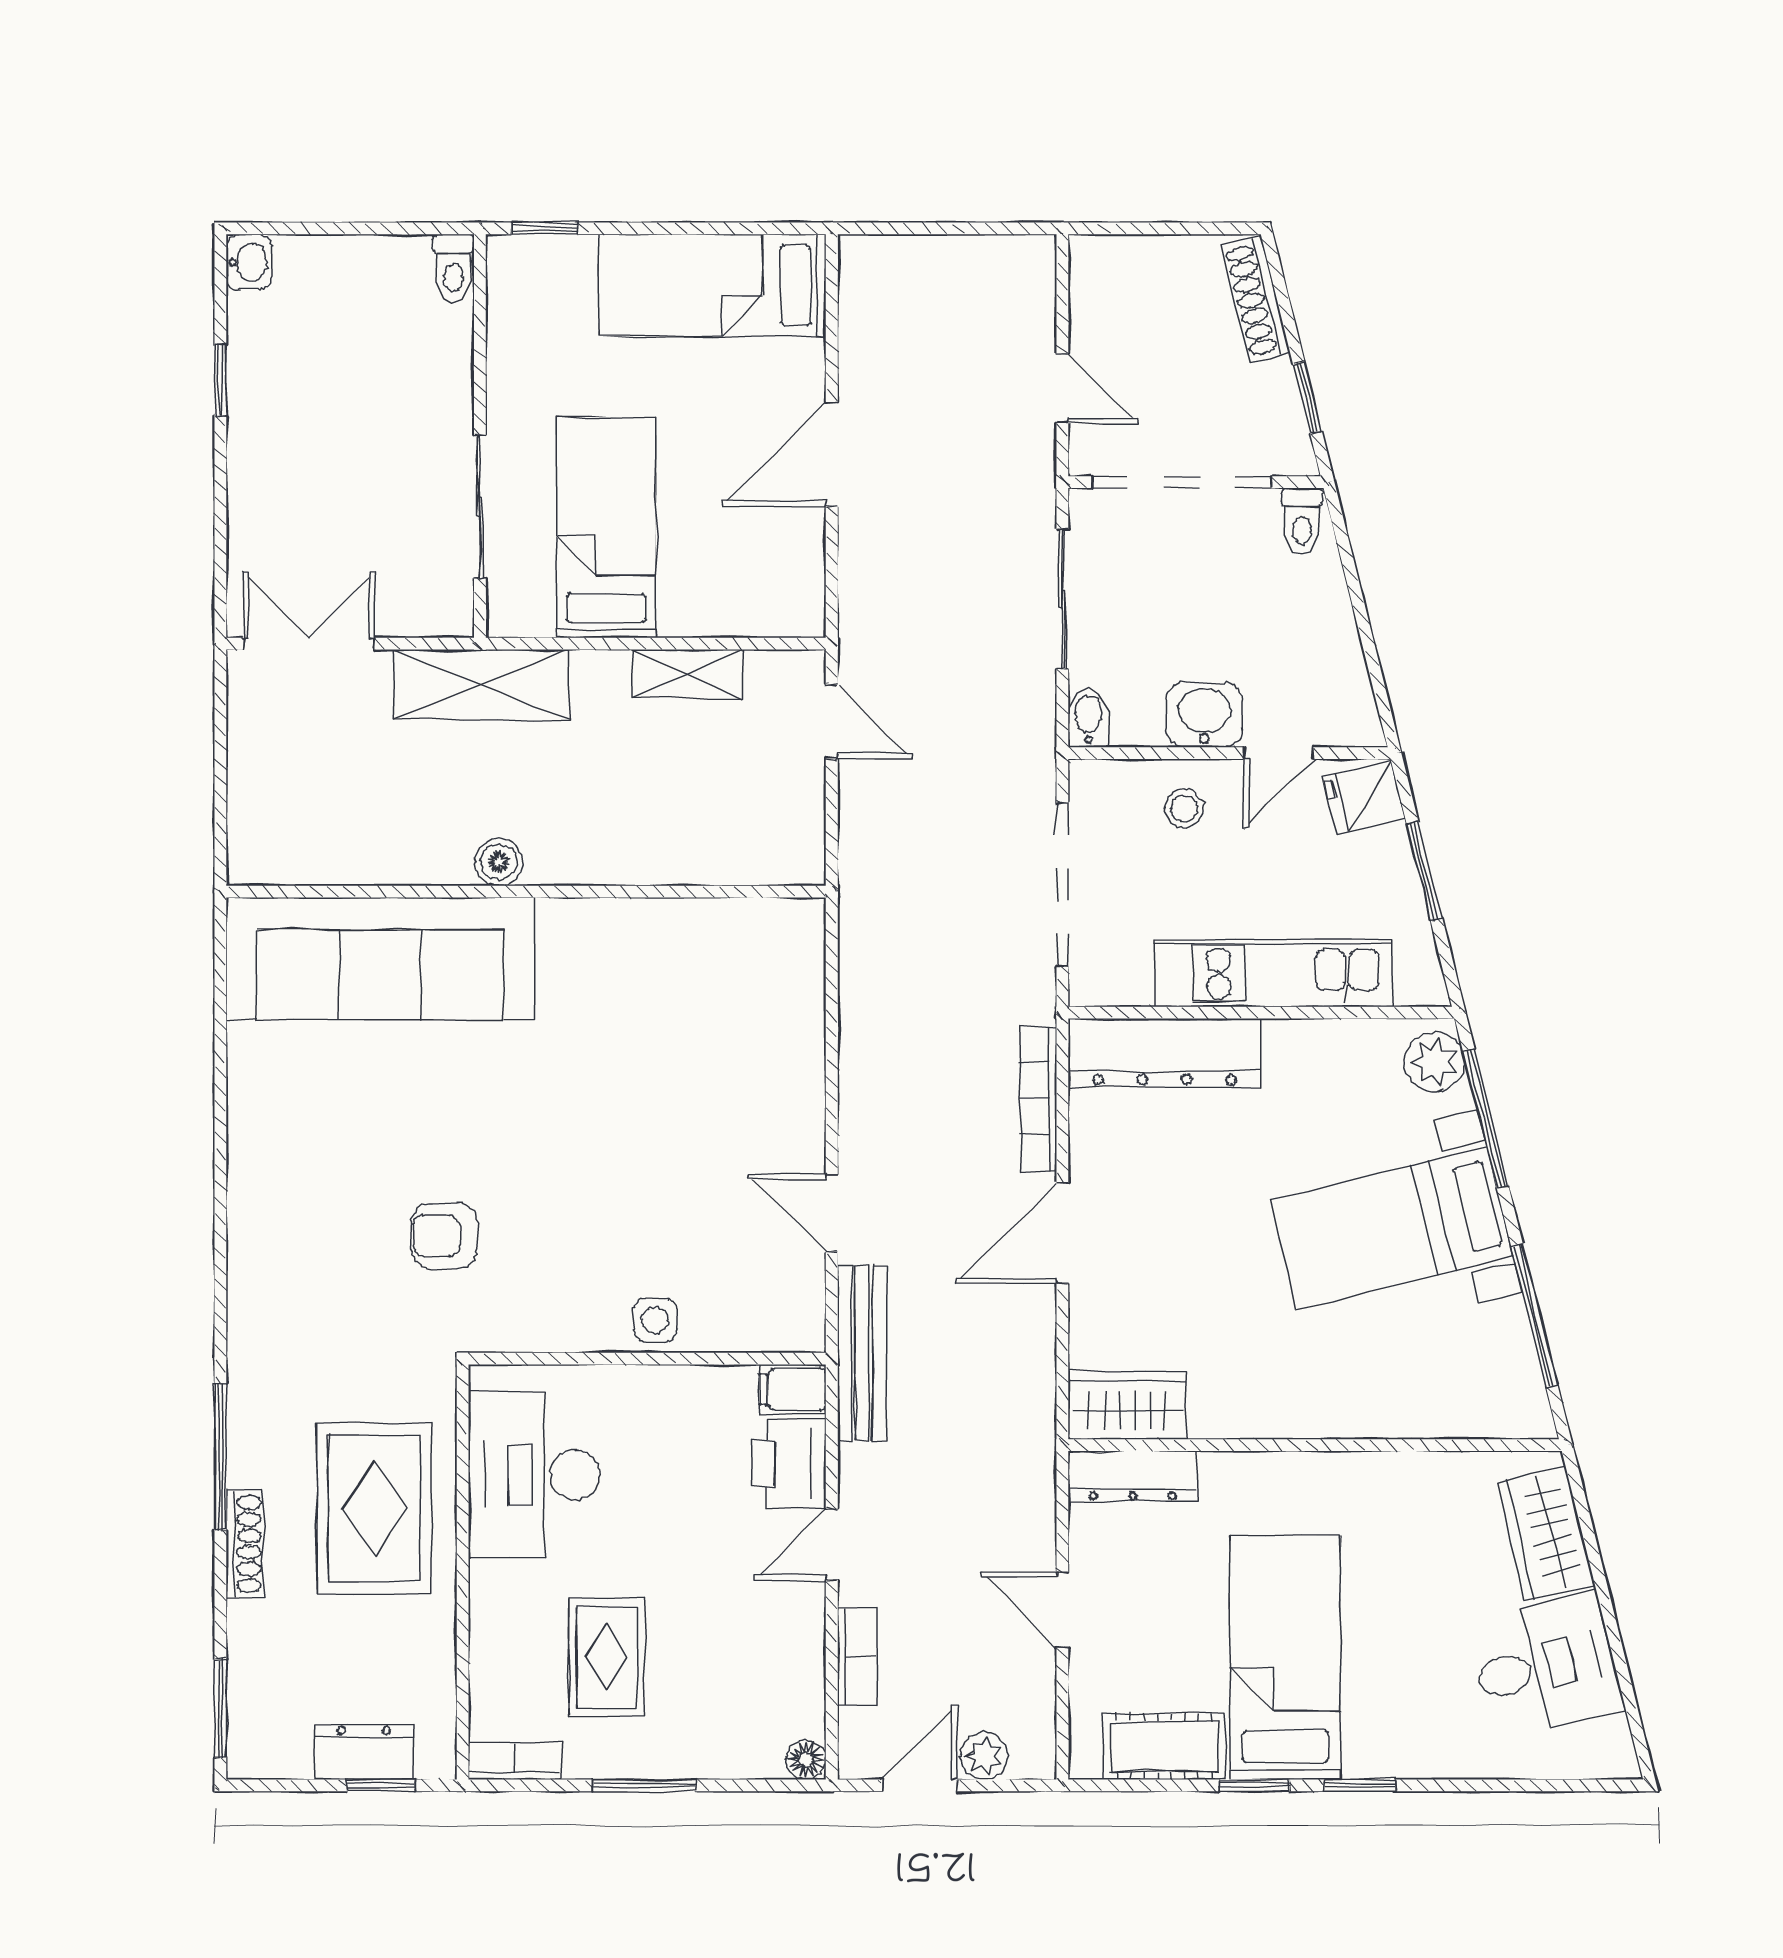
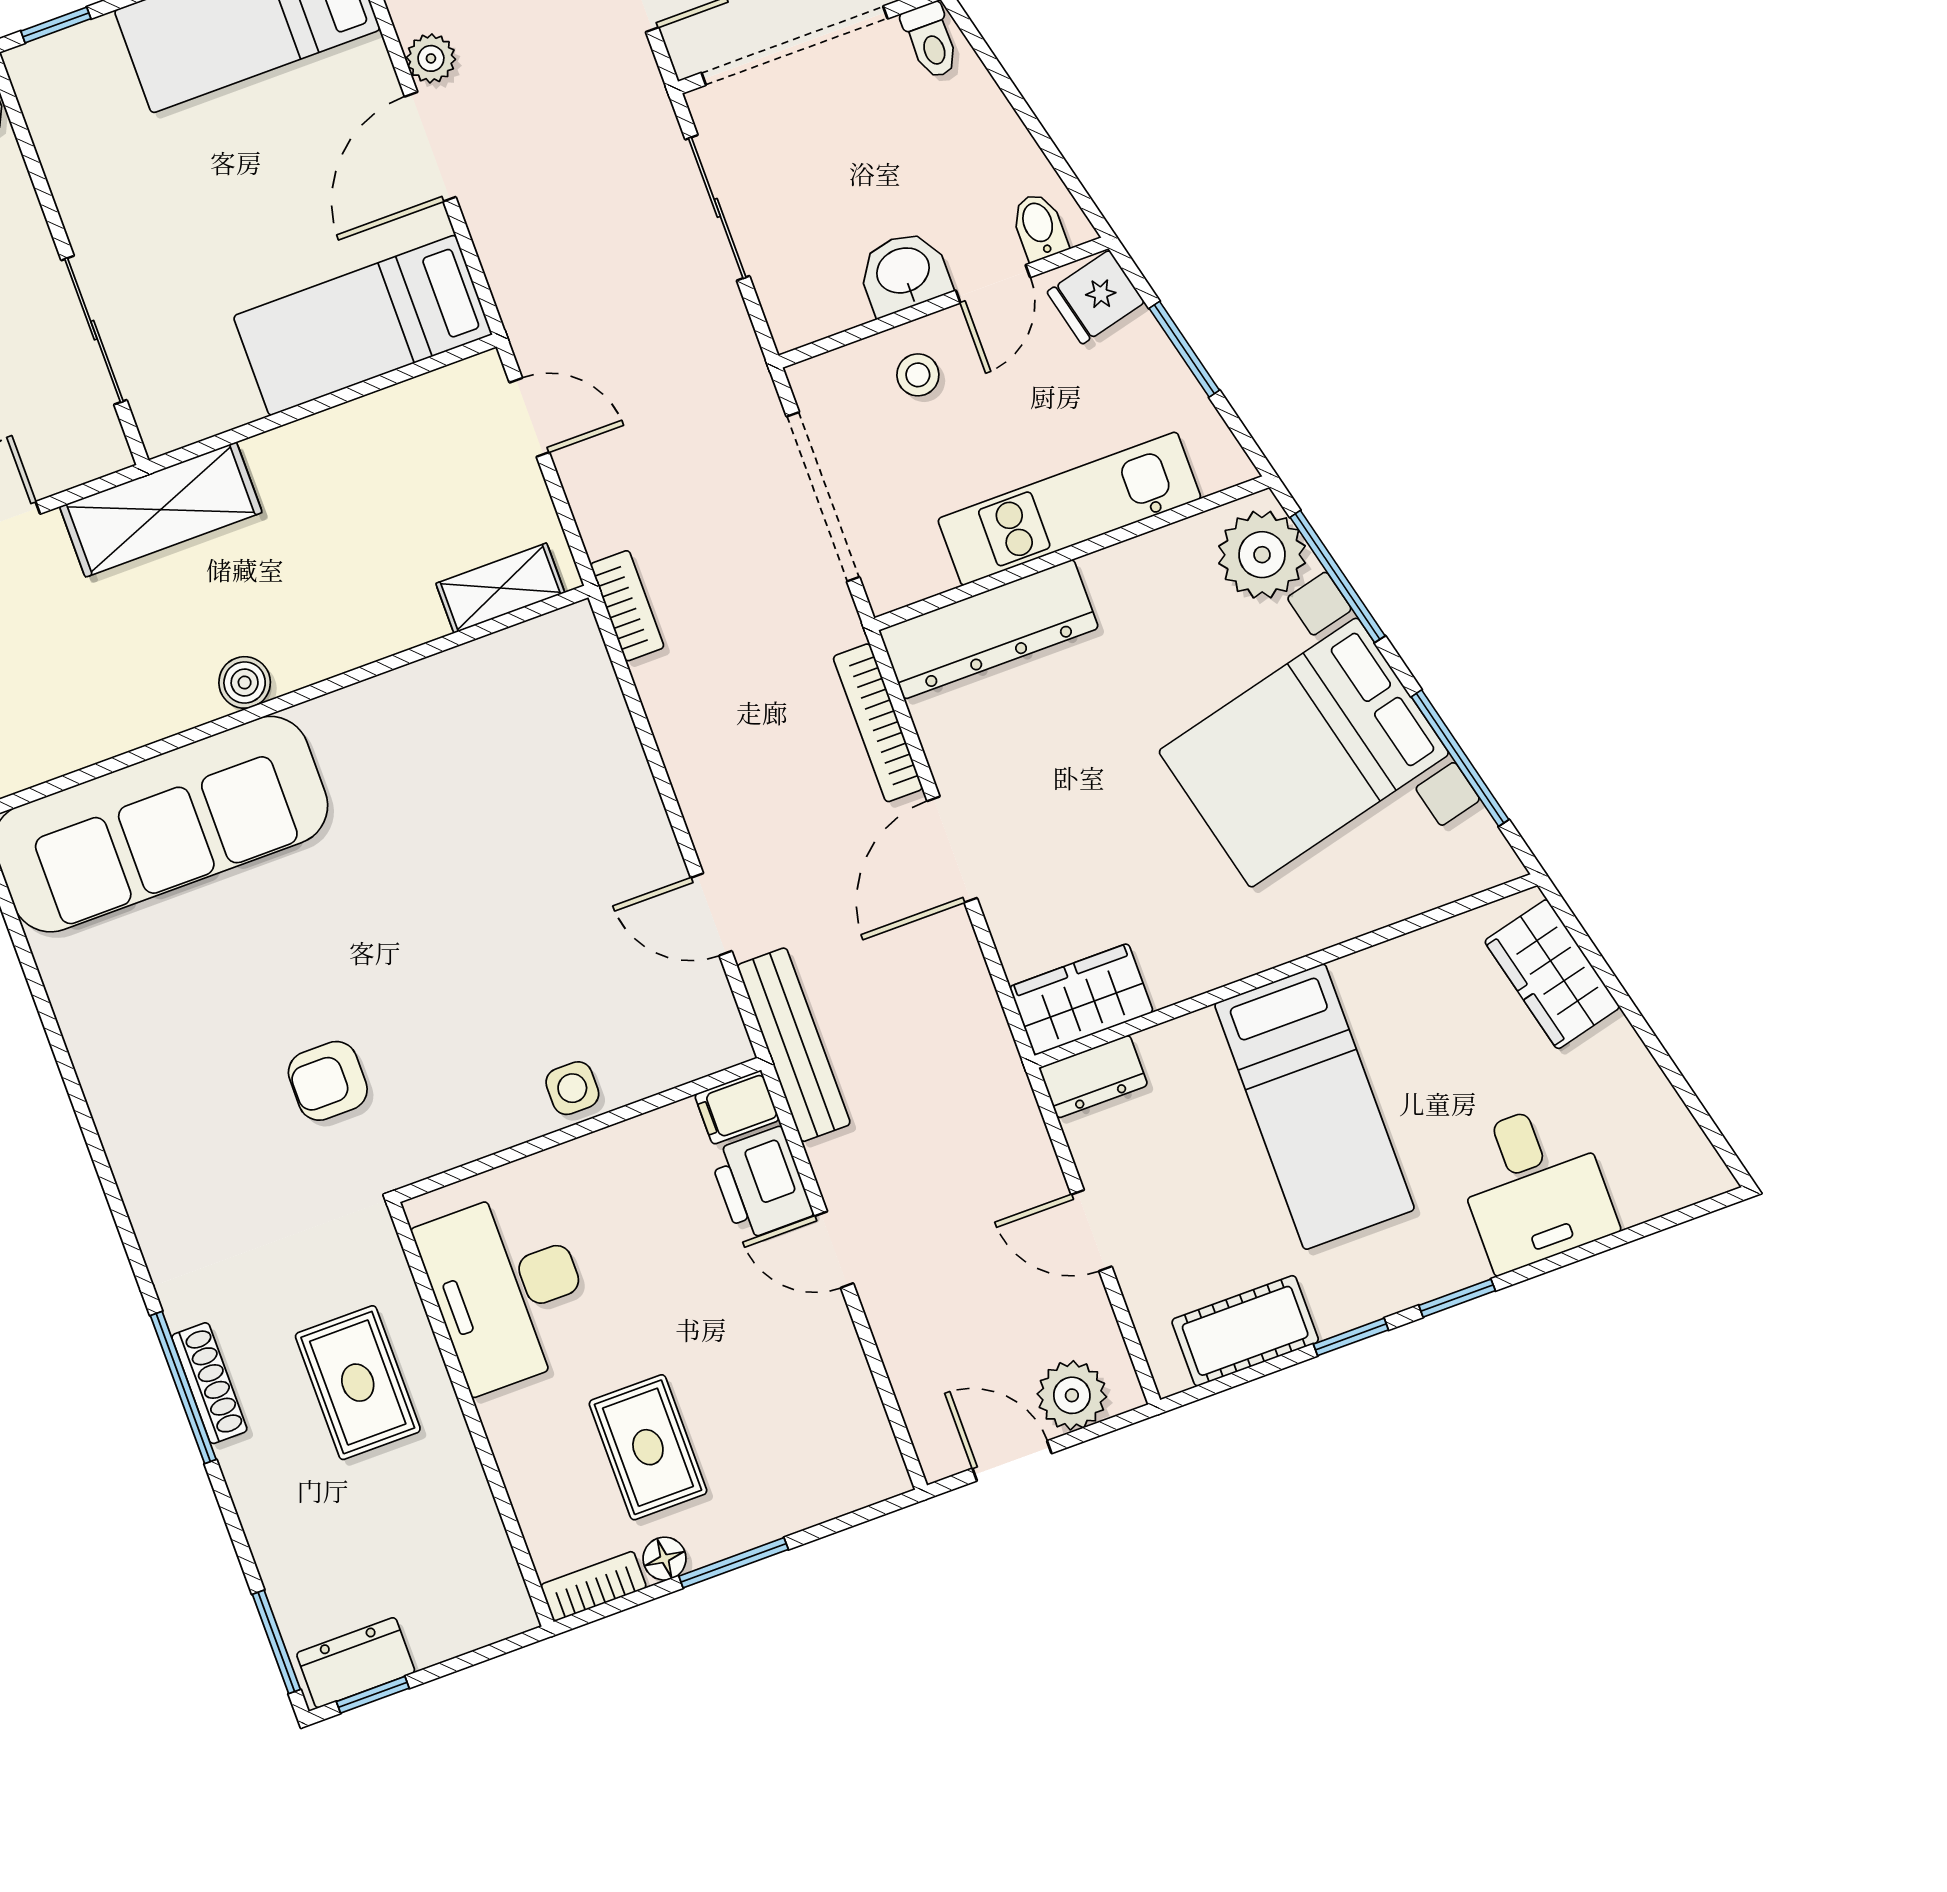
plant: (860, 377) -> (431, 58), added
bed: (606, 528) -> (363, 325), moved, turned -90
shelving: (688, 674) -> (500, 588), moved
bidet: (1088, 718) -> (1039, 227), moved
plant: (1435, 1062) -> (1262, 555), width x1.36, depth x1.36
bed with nightstands: (1392, 1228) -> (1304, 753), width x1.36
dresser: (1133, 1476) -> (1093, 1077), width x0.70
rug: (374, 1508) -> (358, 1383), width x0.73, depth x0.70
shoe rack: (245, 1544) -> (209, 1383), moved
door: (832, 1544) -> (834, 1250), hinge flipped
bookcase: (857, 1656) -> (627, 606), moved
bed: (1285, 1658) -> (1315, 1107), moved, turned 180
desk: (1546, 1666) -> (1534, 1186), moved, turned 104
dresser: (364, 1752) -> (356, 1663), moved
plant: (984, 1756) -> (1072, 1395), width x1.38, depth x1.38
floor lamp: (806, 1760) -> (665, 1559), moved
window: (380, 1785) -> (373, 1695), moved
door: (920, 1785) -> (1012, 1461), hinge flipped

